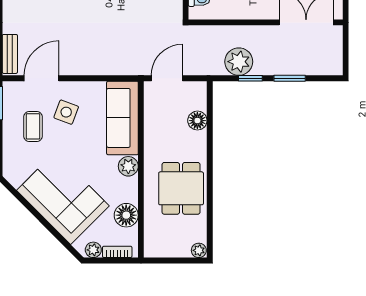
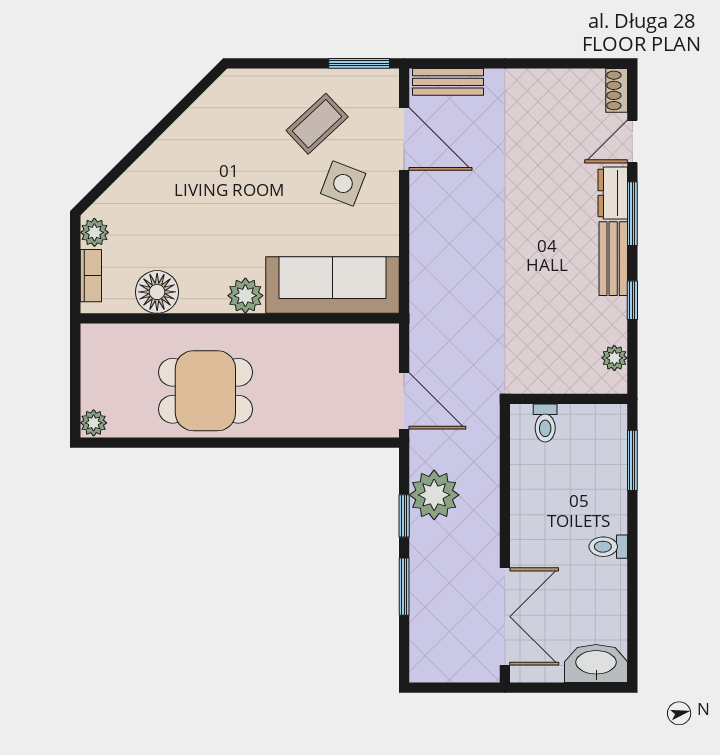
door: (167, 78) -> (404, 401), moved
floor lamp: (197, 121) -> (328, 420), removed
coffee table: (33, 126) -> (317, 124), turned -43
corner sofa: (63, 198) -> (188, 178), removed

